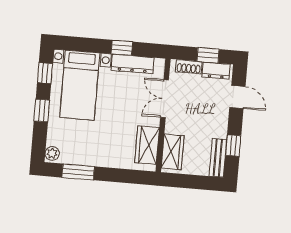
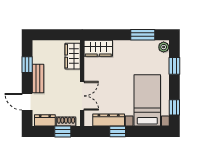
window: (208, 55) -> (63, 131), moved
window: (42, 111) -> (174, 66), moved
wardrobe: (147, 145) -> (98, 48), moved, turned 90
bench: (218, 158) -> (38, 78), moved

